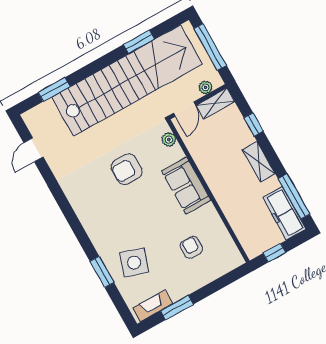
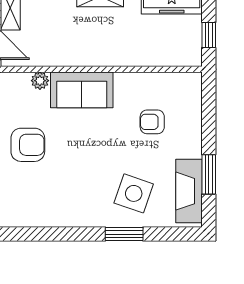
plant: (169, 140) -> (40, 81), moved
armchair: (127, 169) -> (28, 145), turned -90
fireplace: (153, 306) -> (189, 191), width x1.37, depth x1.32

